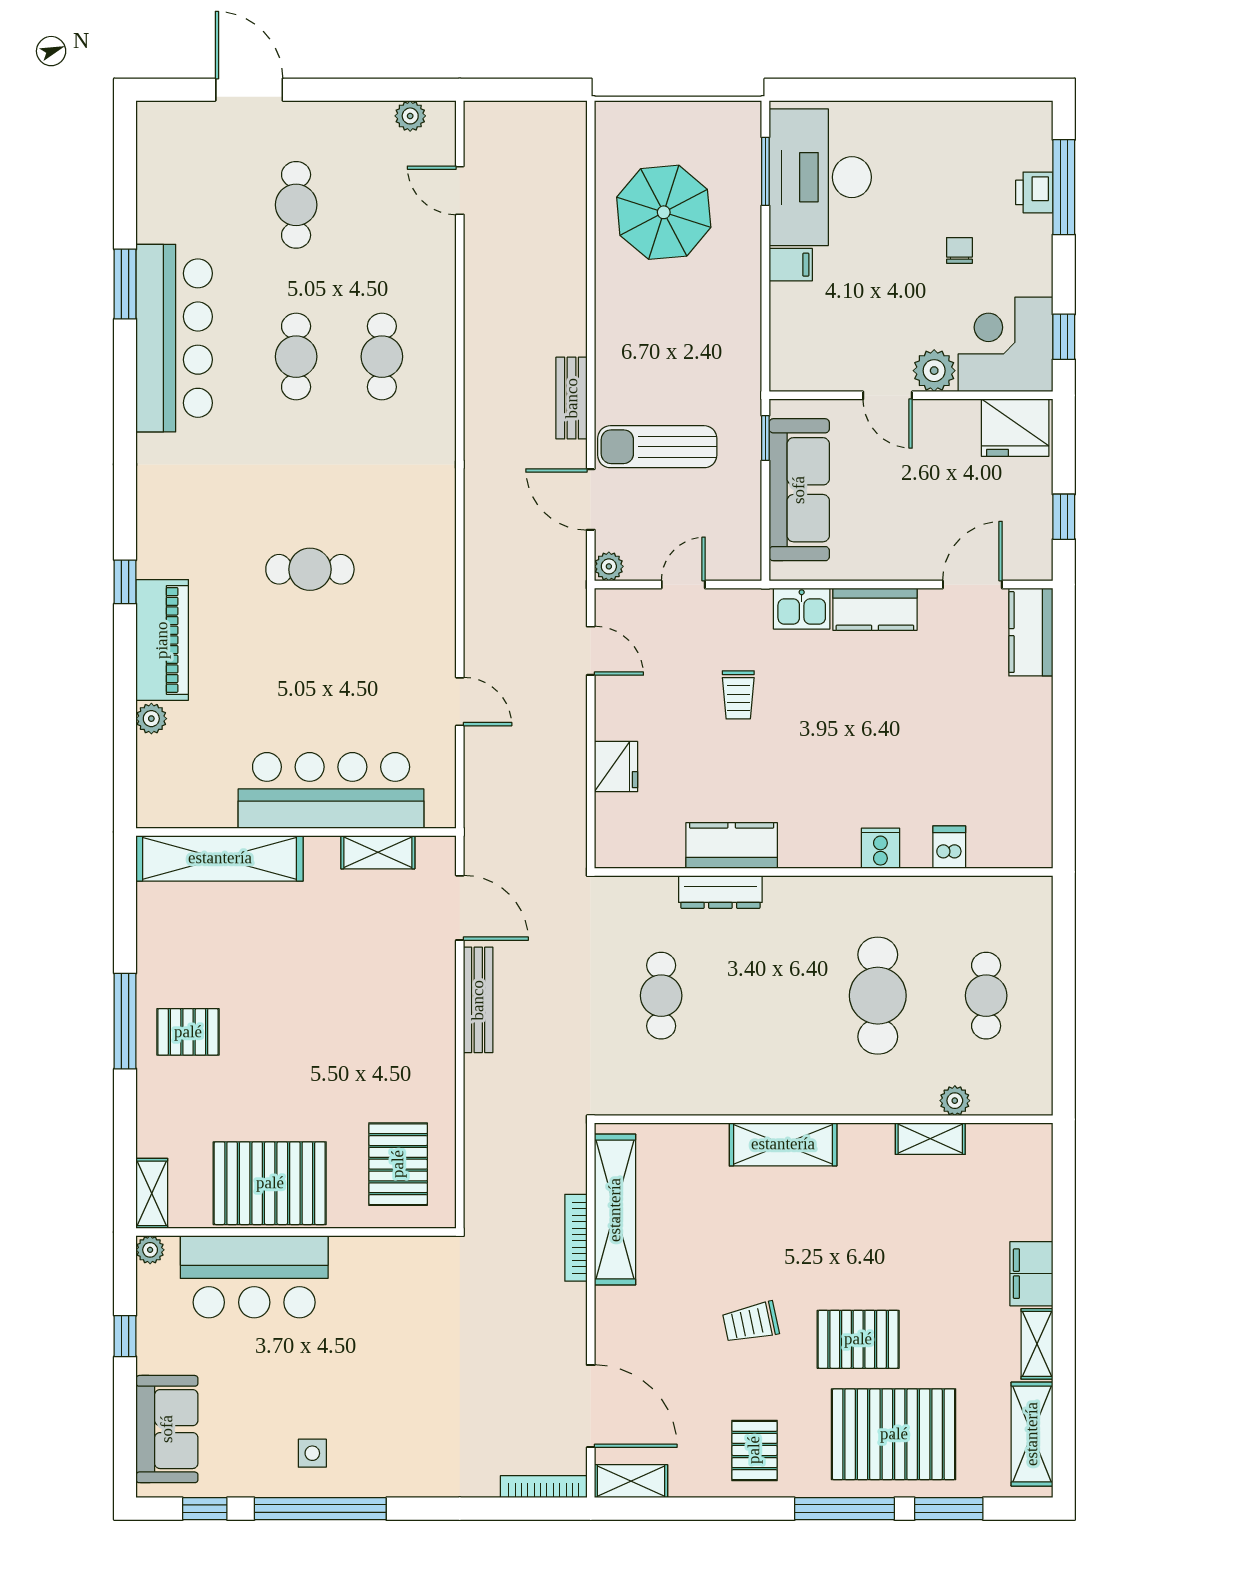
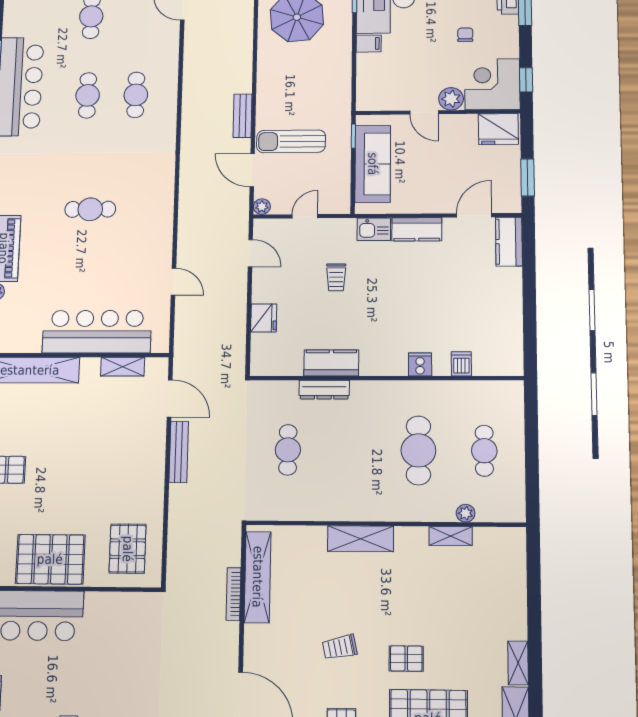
window: (1064, 517) -> (528, 177), width x1.50
filing cabinet: (1031, 1274) -> (514, 619), removed
pallet: (858, 1339) -> (406, 659), width x0.67, depth x0.71

